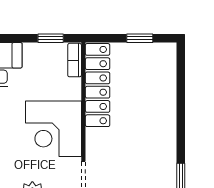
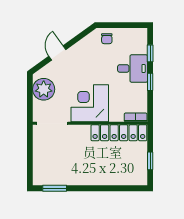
window: (51, 38) -> (150, 82), moved

